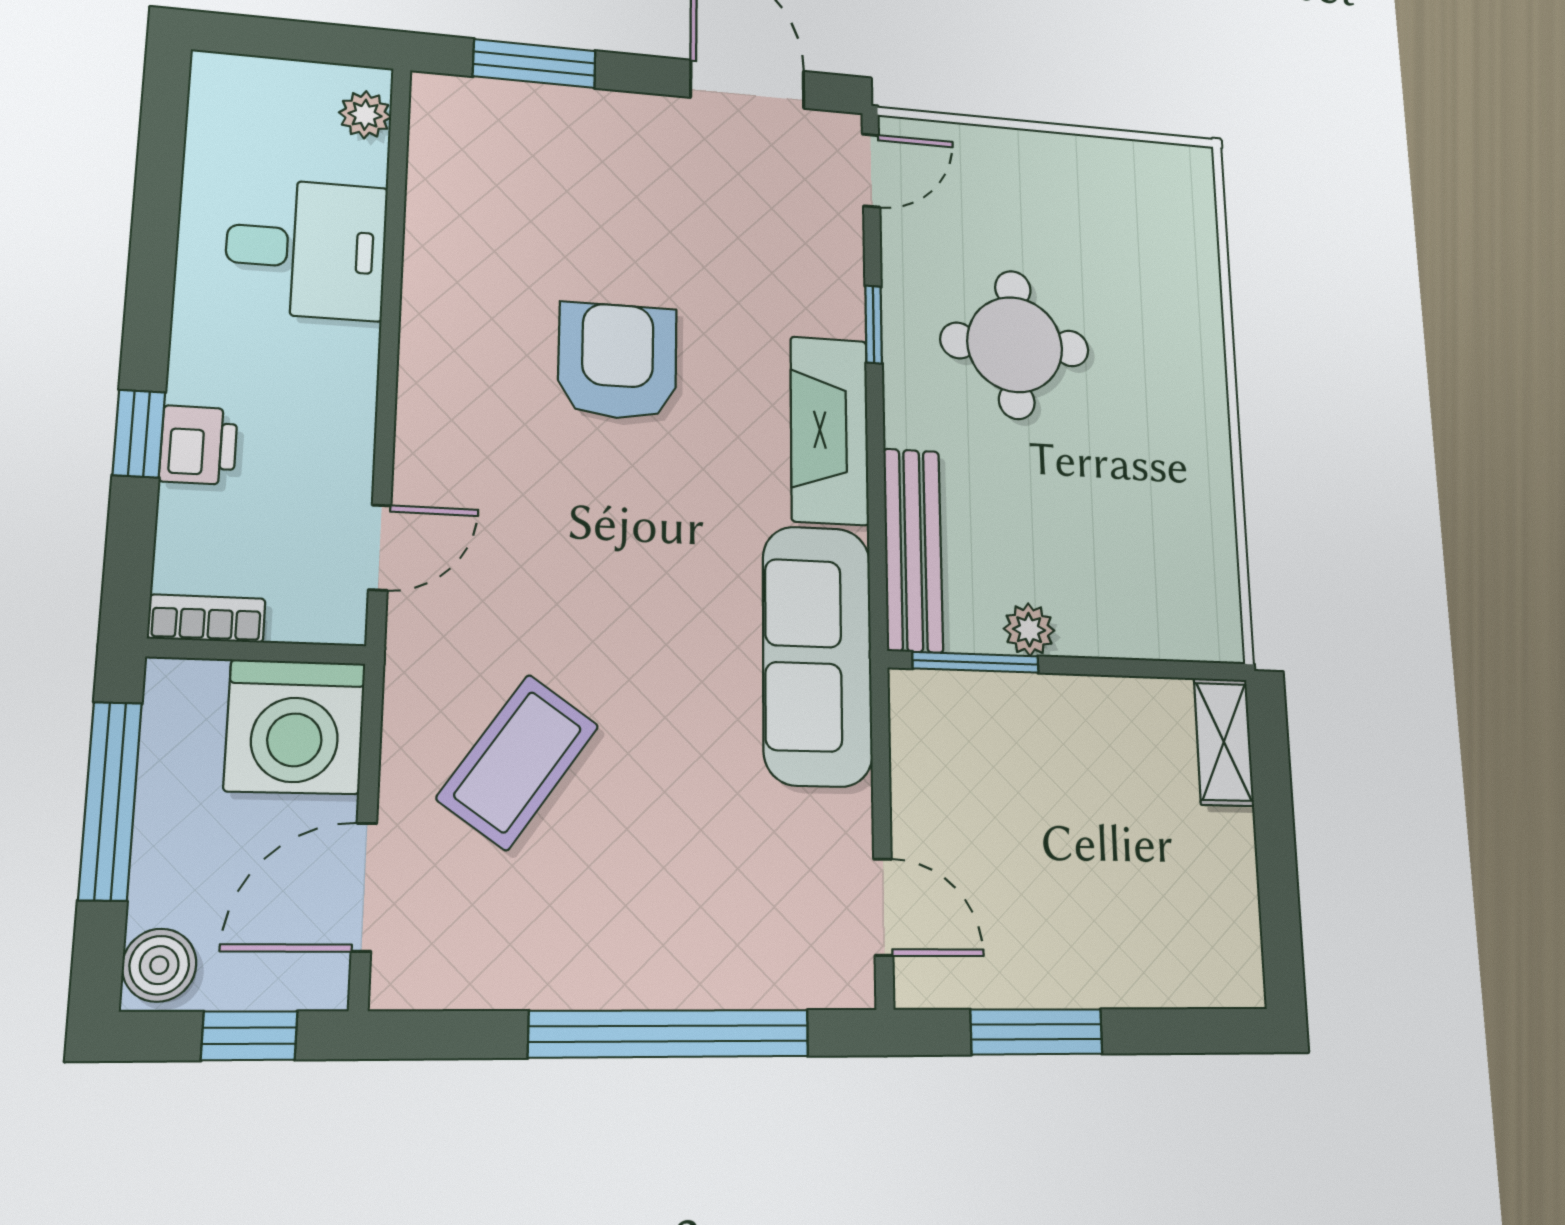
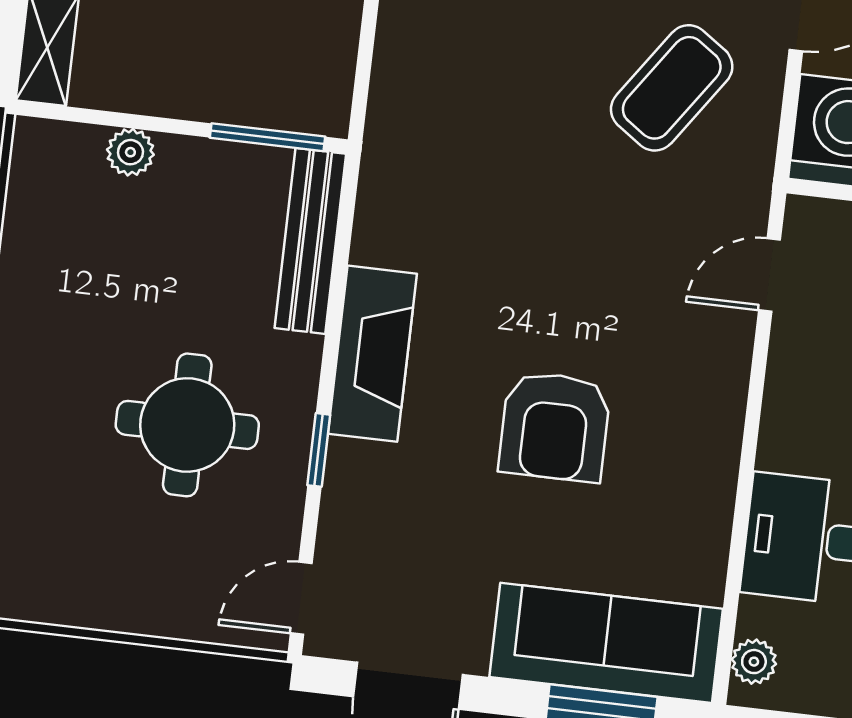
plant: (1029, 630) -> (130, 152), moved
sofa: (817, 655) -> (606, 643), moved, turned -90

